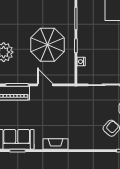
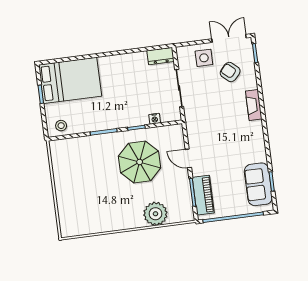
door: (45, 85) -> (188, 158), hinge flipped
fireplace: (56, 144) -> (254, 105), moved

